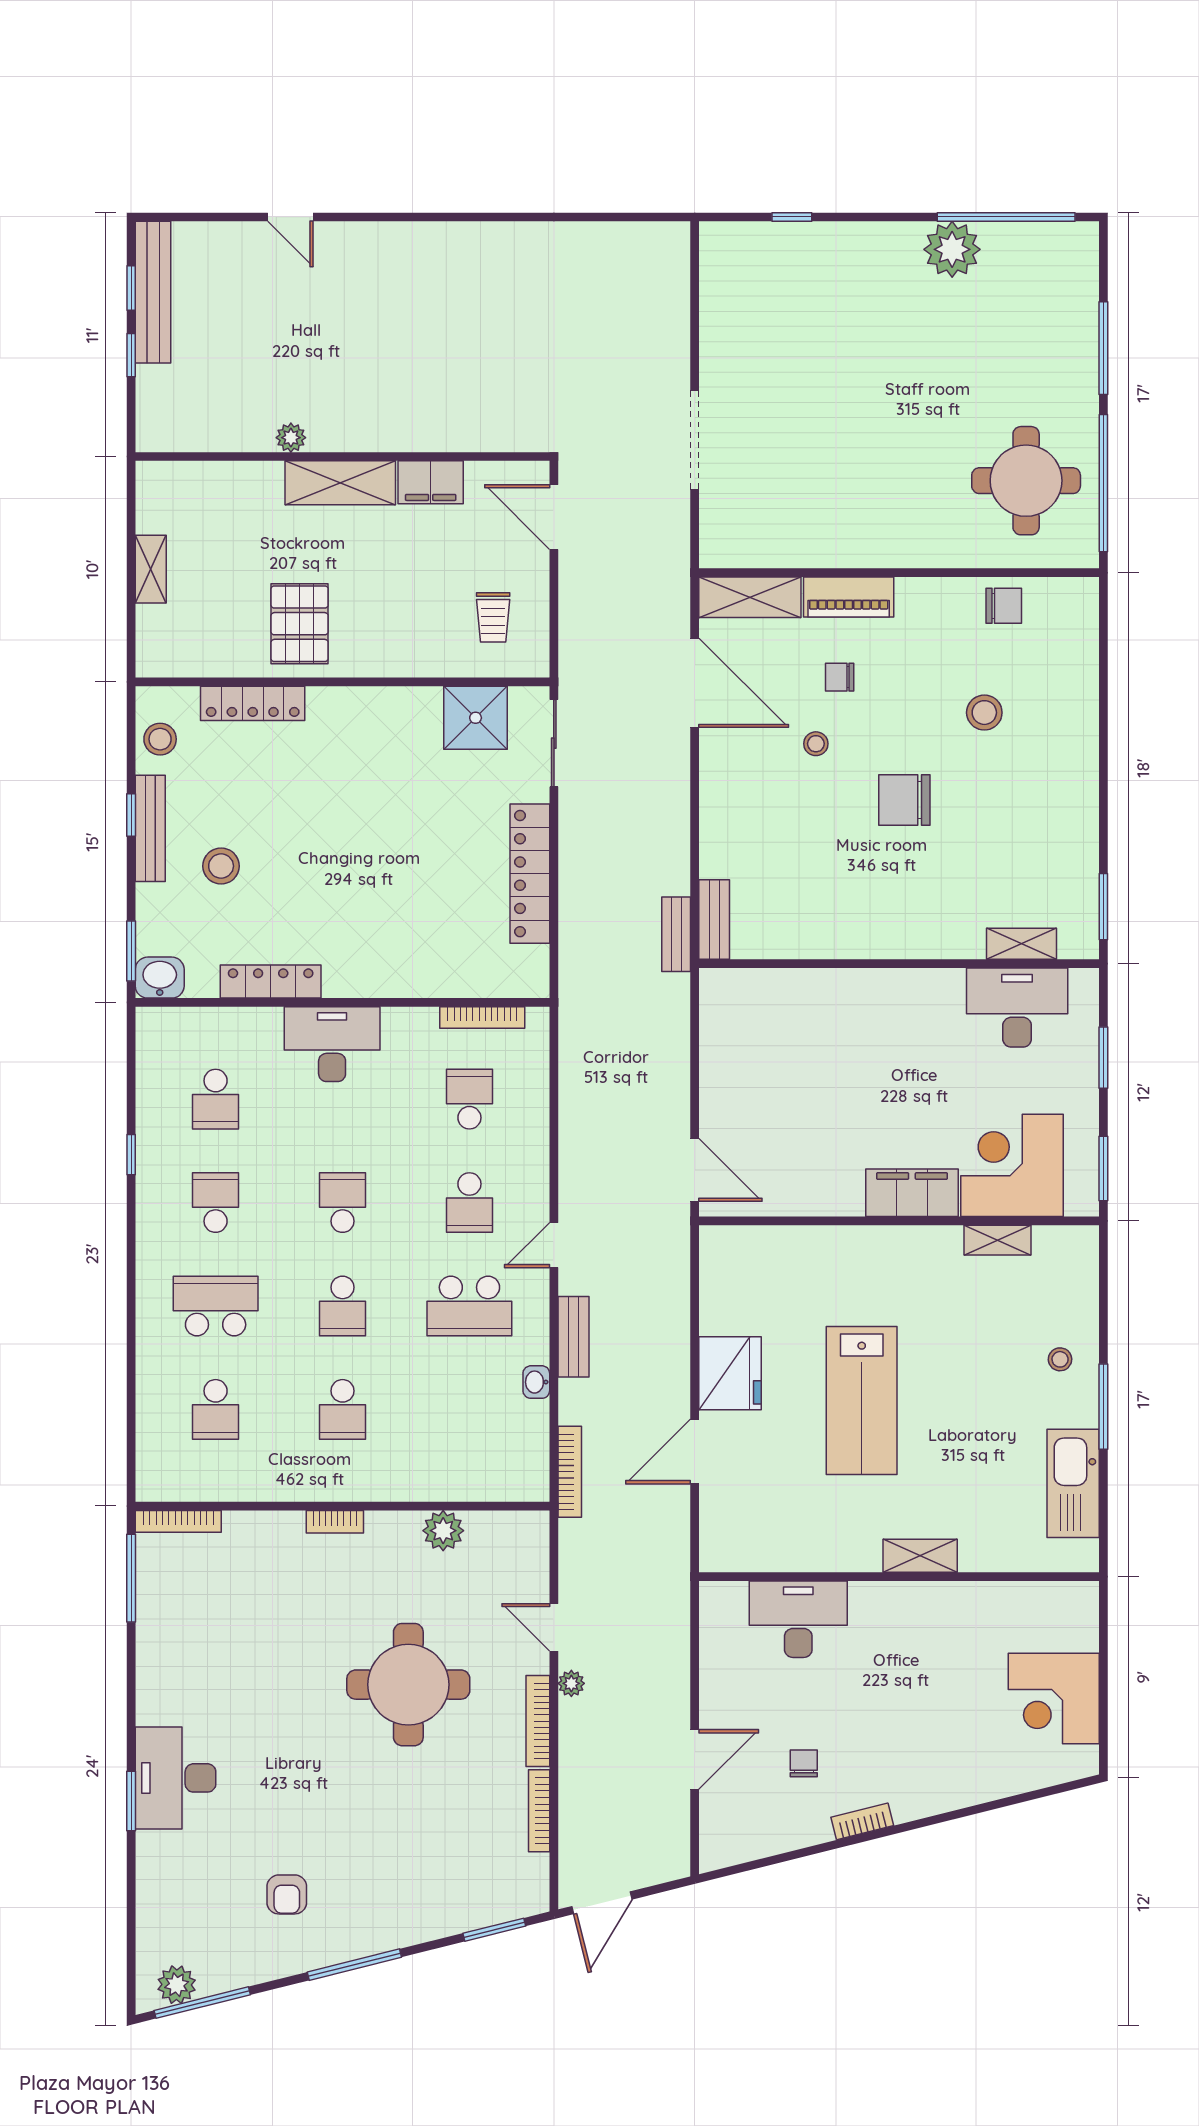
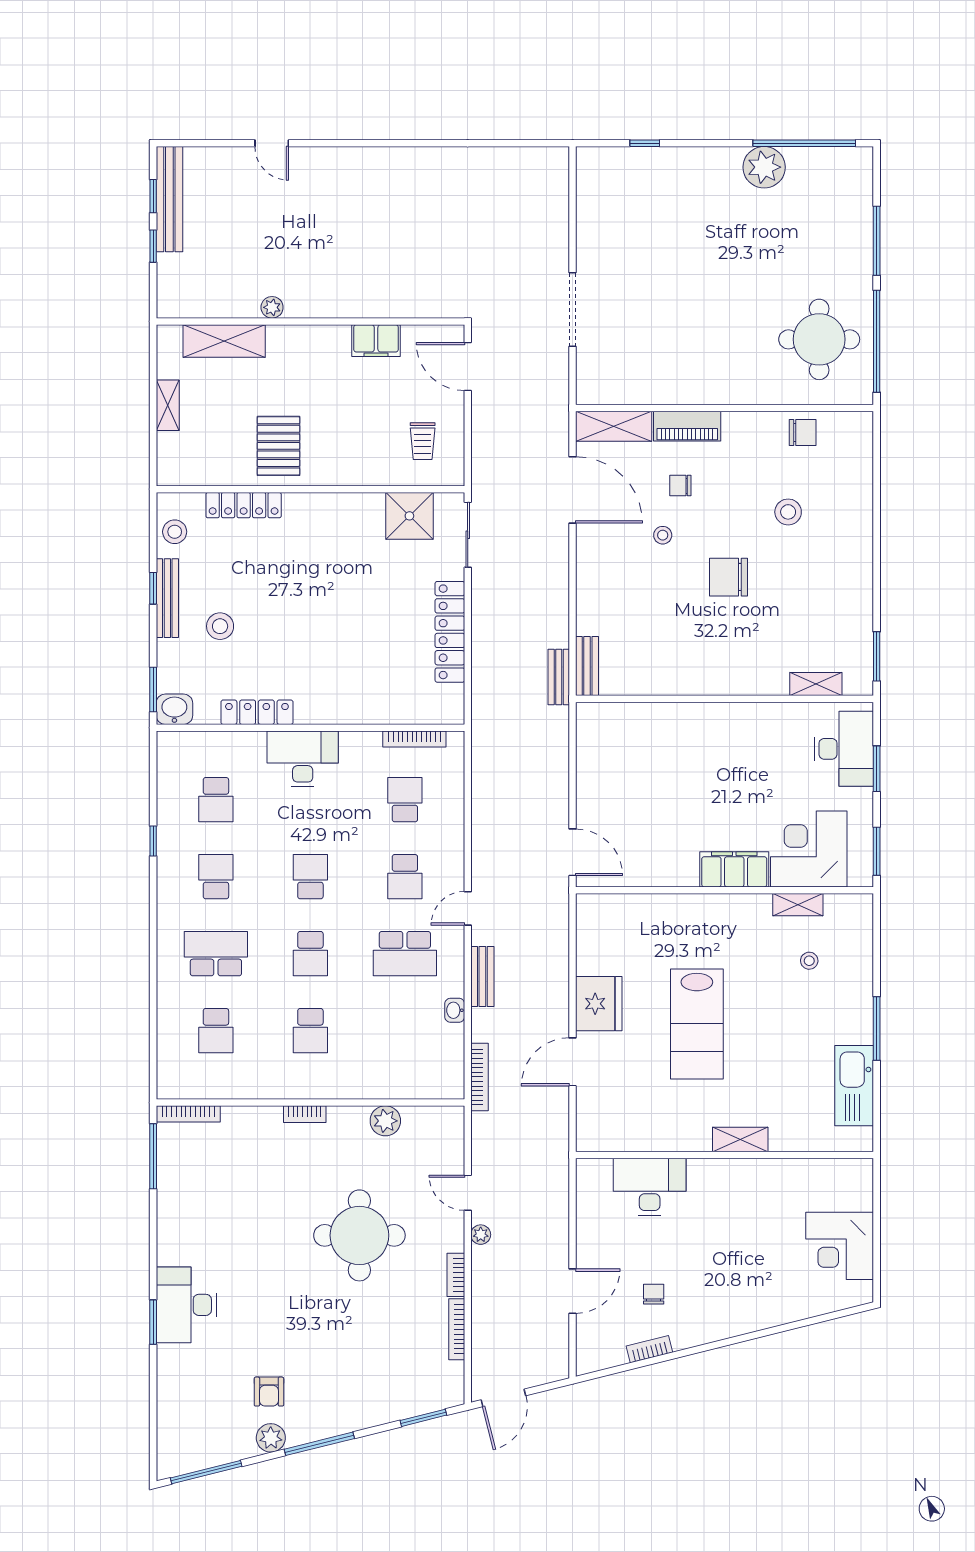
shelving: (340, 483) -> (224, 341), moved
desk: (1017, 1008) -> (844, 749), moved, turned 90
stool: (1060, 1359) -> (809, 961), moved
bookcase: (538, 1721) -> (456, 1275), width x0.64
bookcase: (862, 1821) -> (649, 1349), moved
plant: (177, 1985) -> (271, 1438), moved

